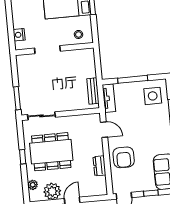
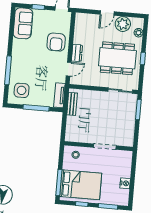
nightstand: (19, 35) -> (125, 183), moved
door: (104, 130) -> (69, 69), swing flipped
armchair: (124, 157) -> (56, 42), turned 180
dresser: (99, 166) -> (77, 53), moved

